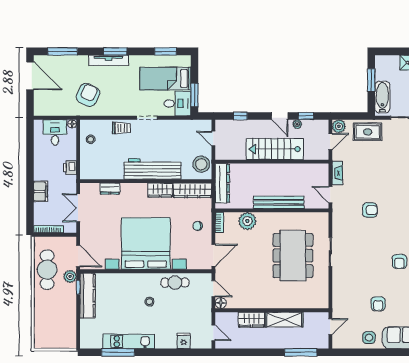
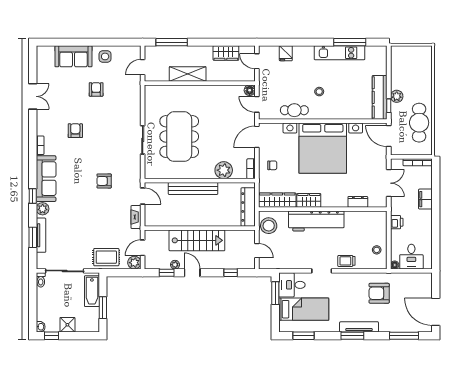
armchair: (88, 95) -> (379, 293), turned 64
plant: (70, 276) -> (397, 96), moved
wardrobe: (251, 320) -> (226, 53), moved, turned 180

